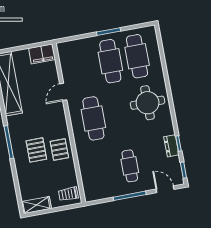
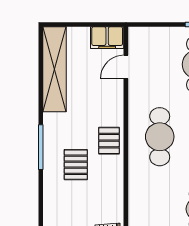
door: (63, 92) -> (126, 67), moved
pallet: (59, 149) -> (109, 141), moved

